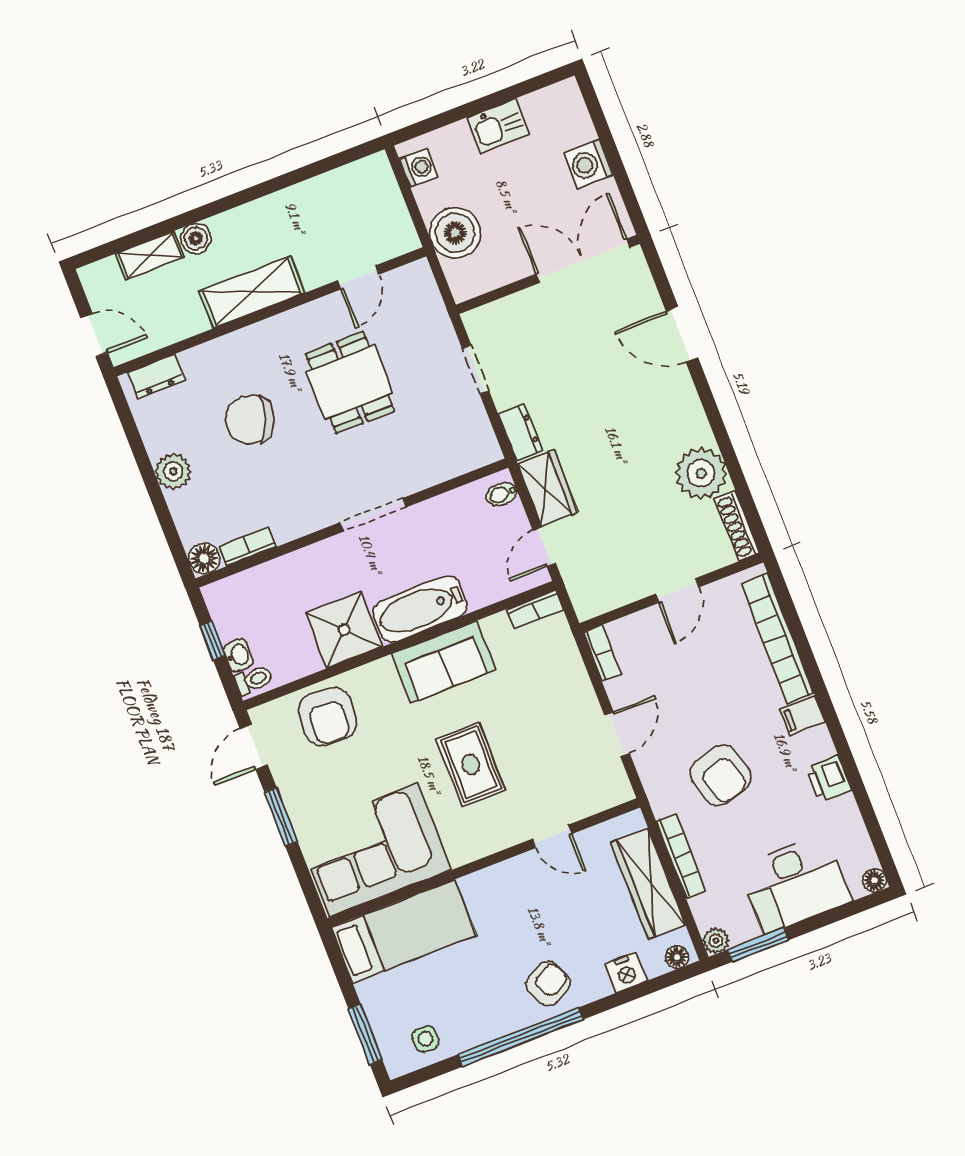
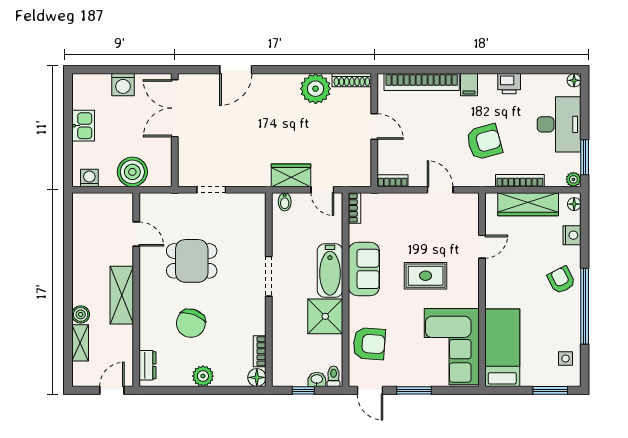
dresser: (520, 432) -> (255, 178), removed

